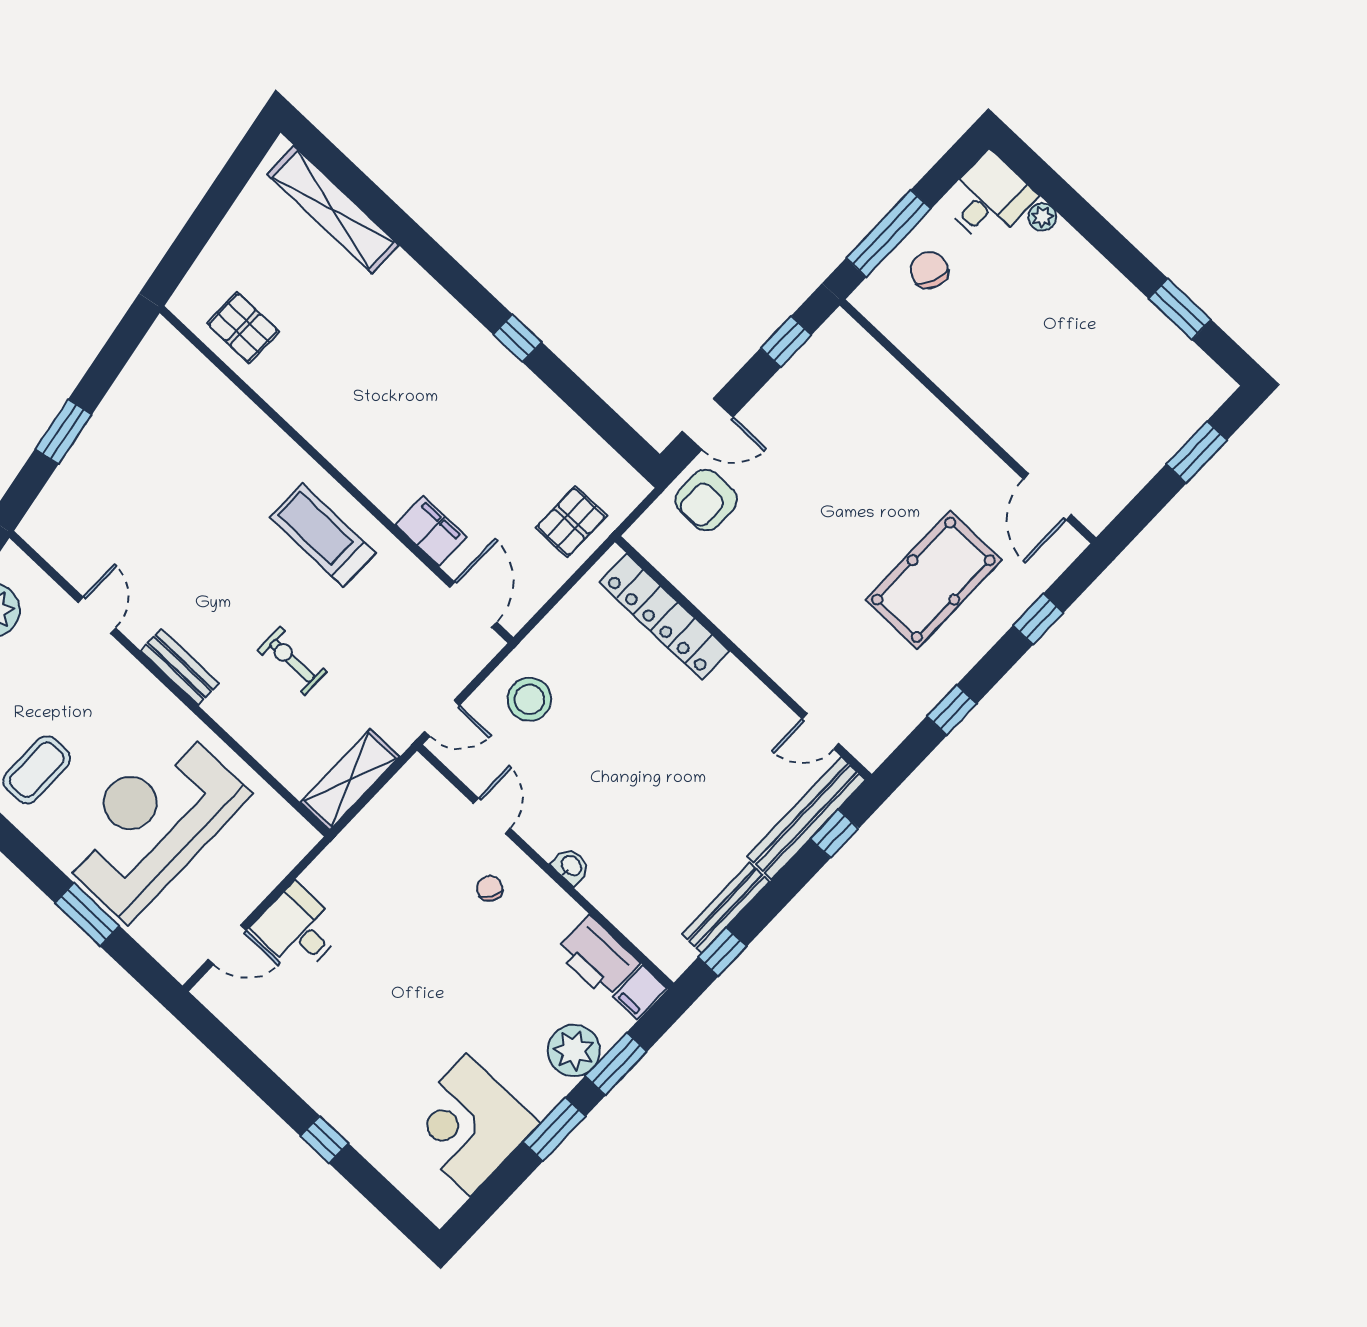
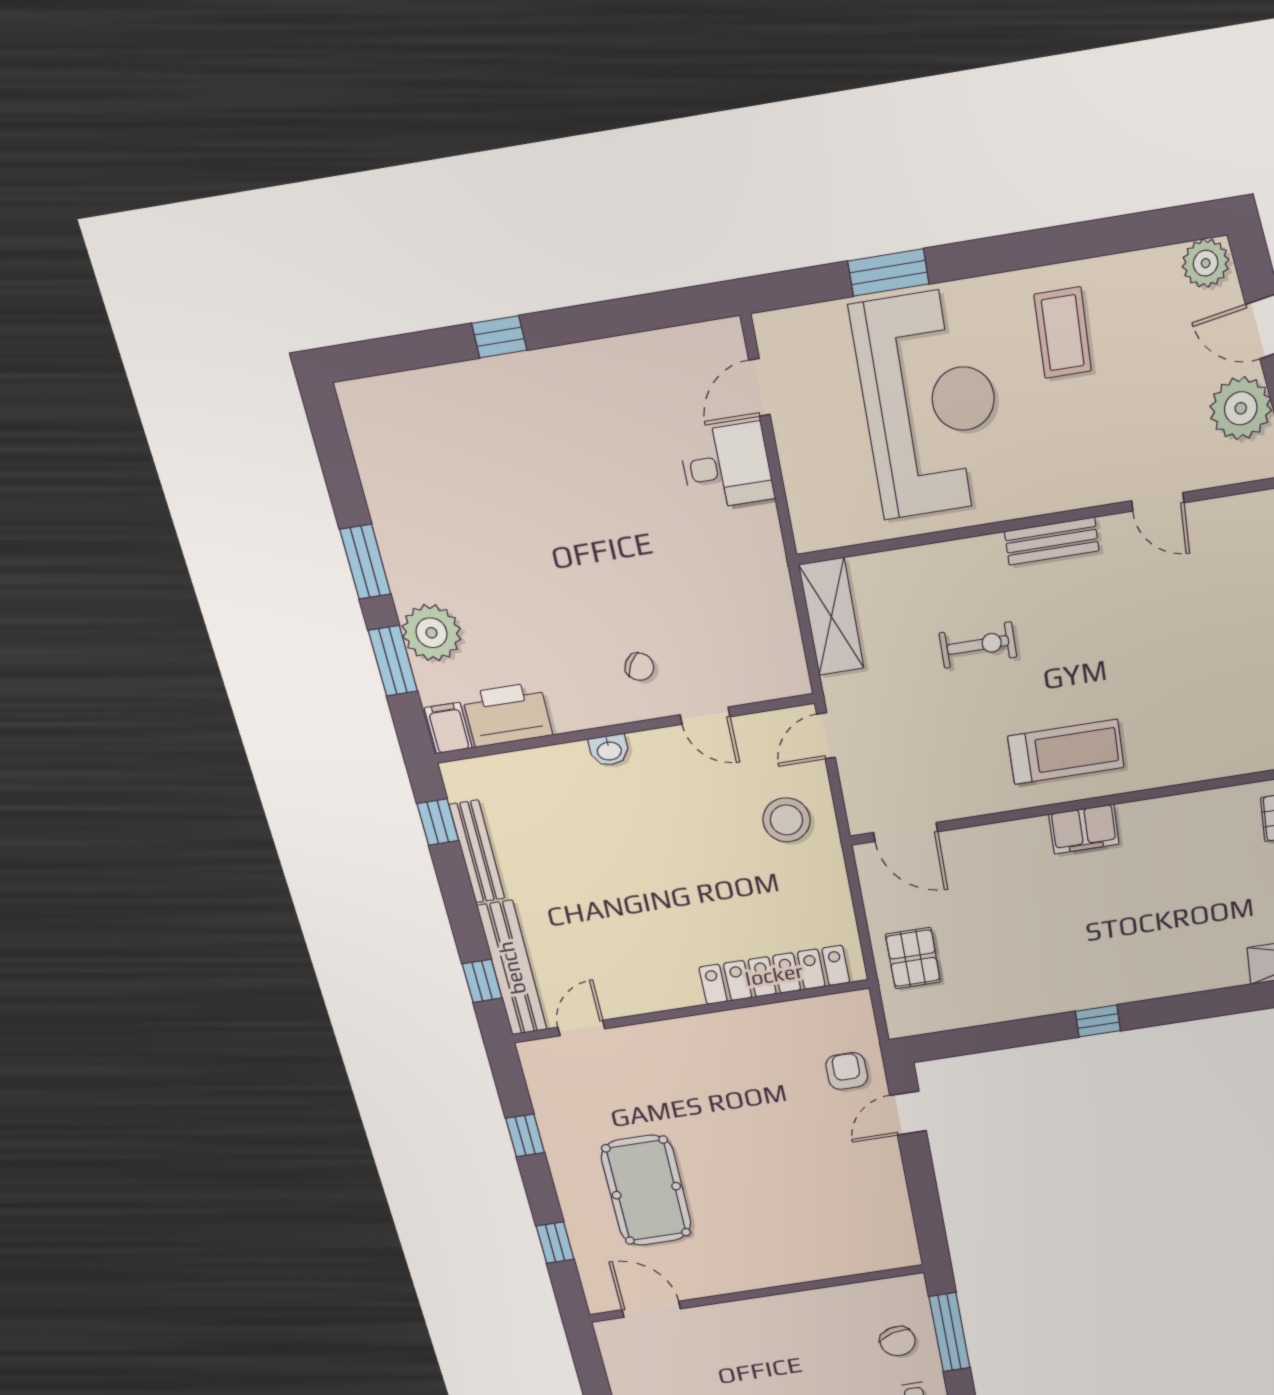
chair: (929, 270) -> (898, 1341), turned 50
window: (786, 342) -> (927, 1211), removed
armchair: (706, 500) -> (847, 1071), width x0.72, depth x0.72
filing cabinet: (431, 531) -> (1084, 829), moved
corner desk: (469, 1125) -> (422, 486), removed

